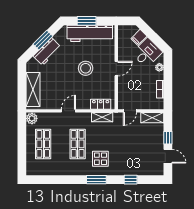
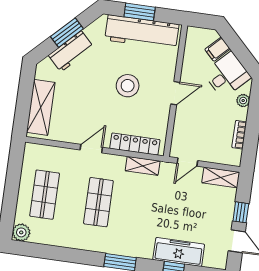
locker: (101, 104) -> (135, 144), width x1.53
plant: (32, 118) -> (21, 232), moved
display table: (100, 159) -> (131, 230), removed
freezer: (132, 168) -> (179, 252), added

